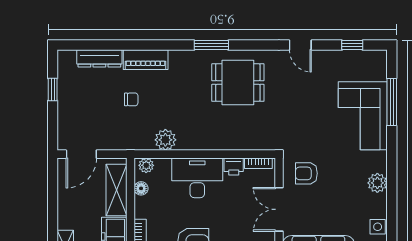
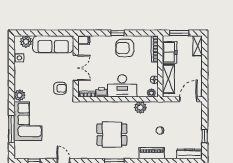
dresser: (99, 58) -> (189, 154), moved
dining table: (238, 83) -> (112, 135), moved
plant: (377, 183) -> (20, 95), moved

